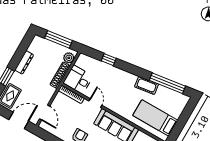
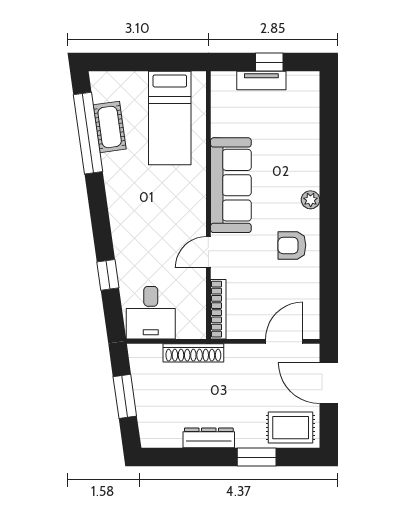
window: (59, 39) -> (125, 396), width x0.69
plant: (69, 58) -> (149, 355), removed
desk: (78, 80) -> (151, 313), moved
cot: (147, 85) -> (110, 127), moved

